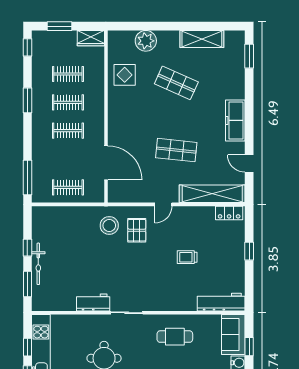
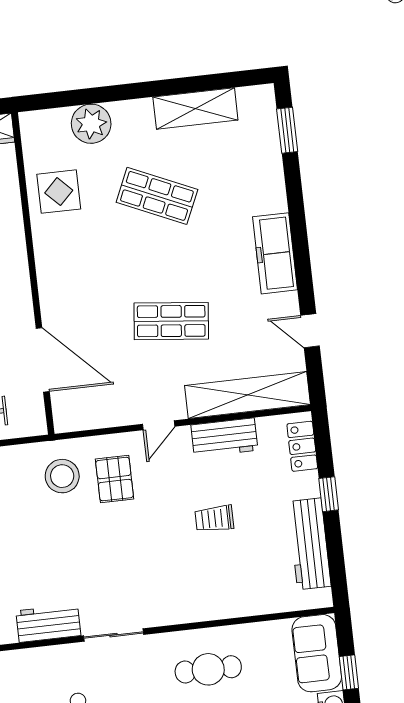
locker: (229, 213) -> (302, 446), moved, turned 90
workbench: (197, 215) -> (224, 438), added
workbench: (221, 302) -> (309, 544), moved, turned -90

